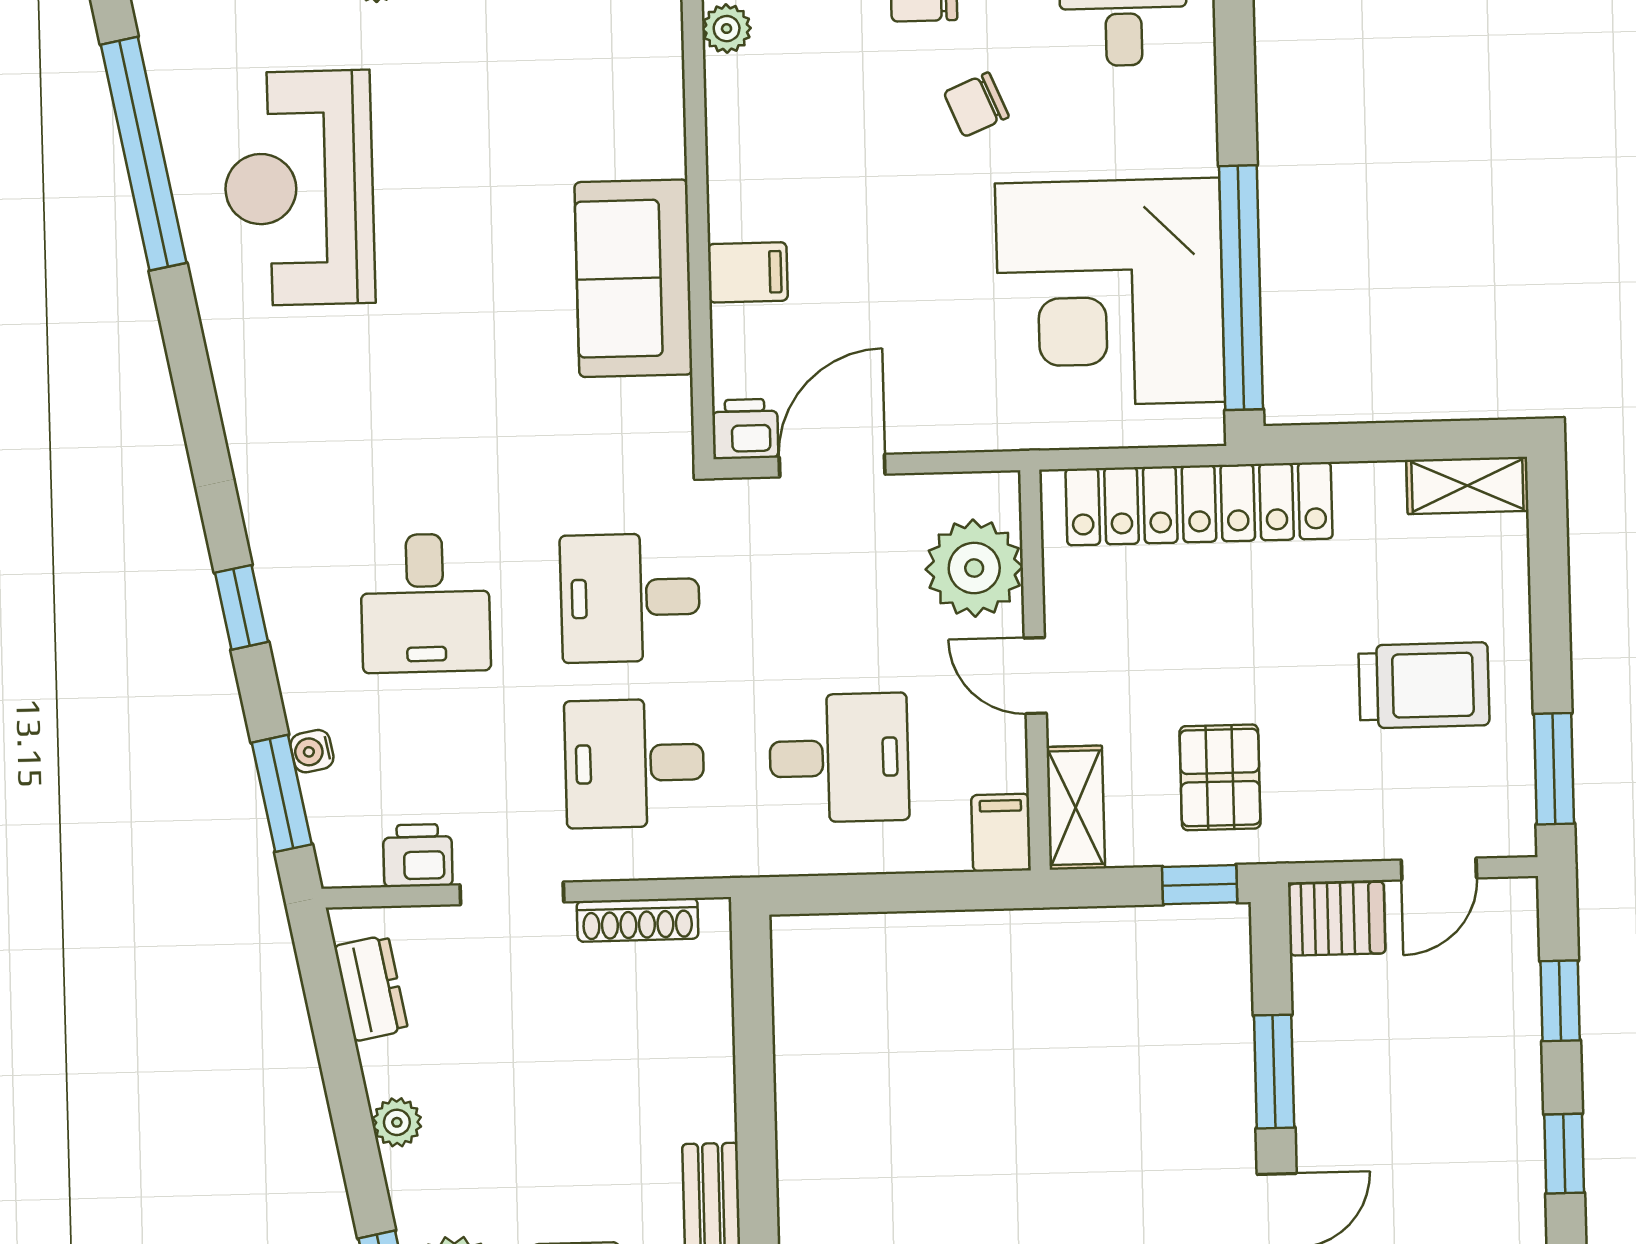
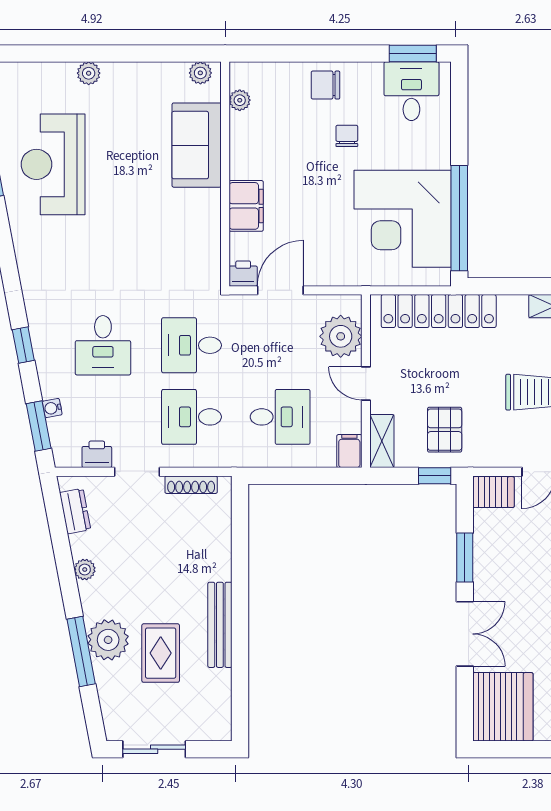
chair: (976, 105) -> (347, 136), turned 113
filing cabinet: (748, 272) -> (246, 206), width x2.00
sofa: (633, 278) -> (197, 145), moved

